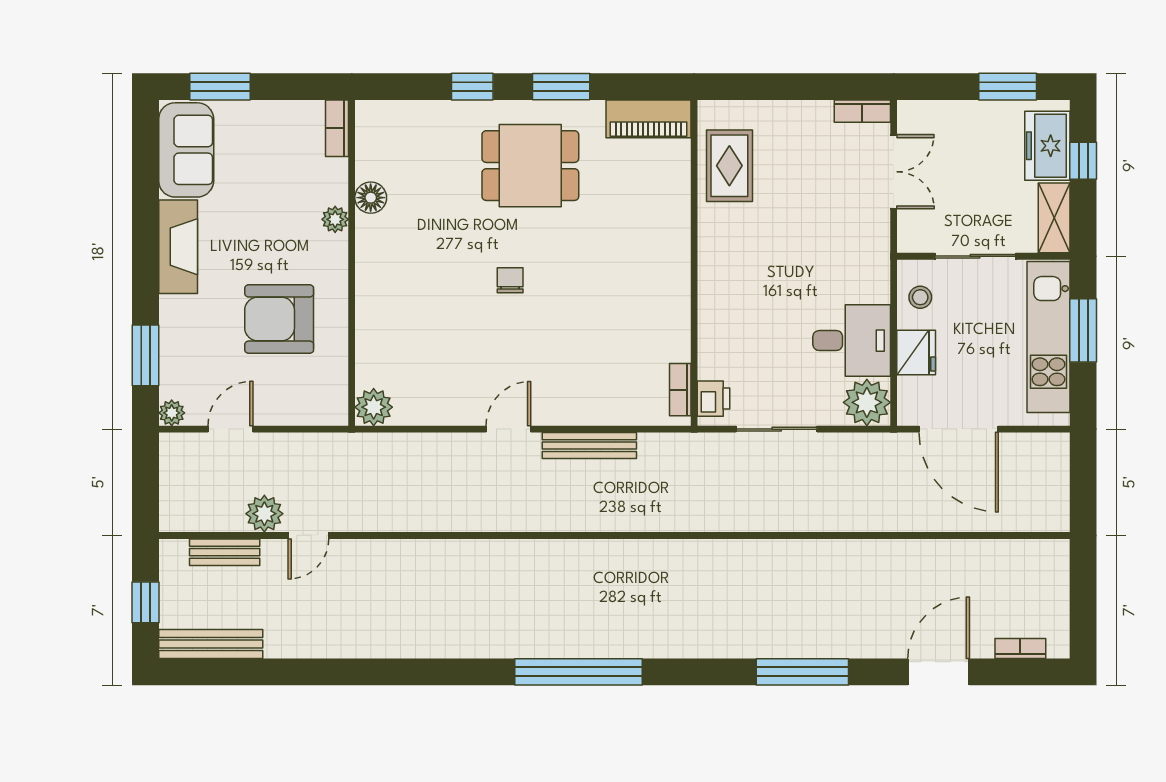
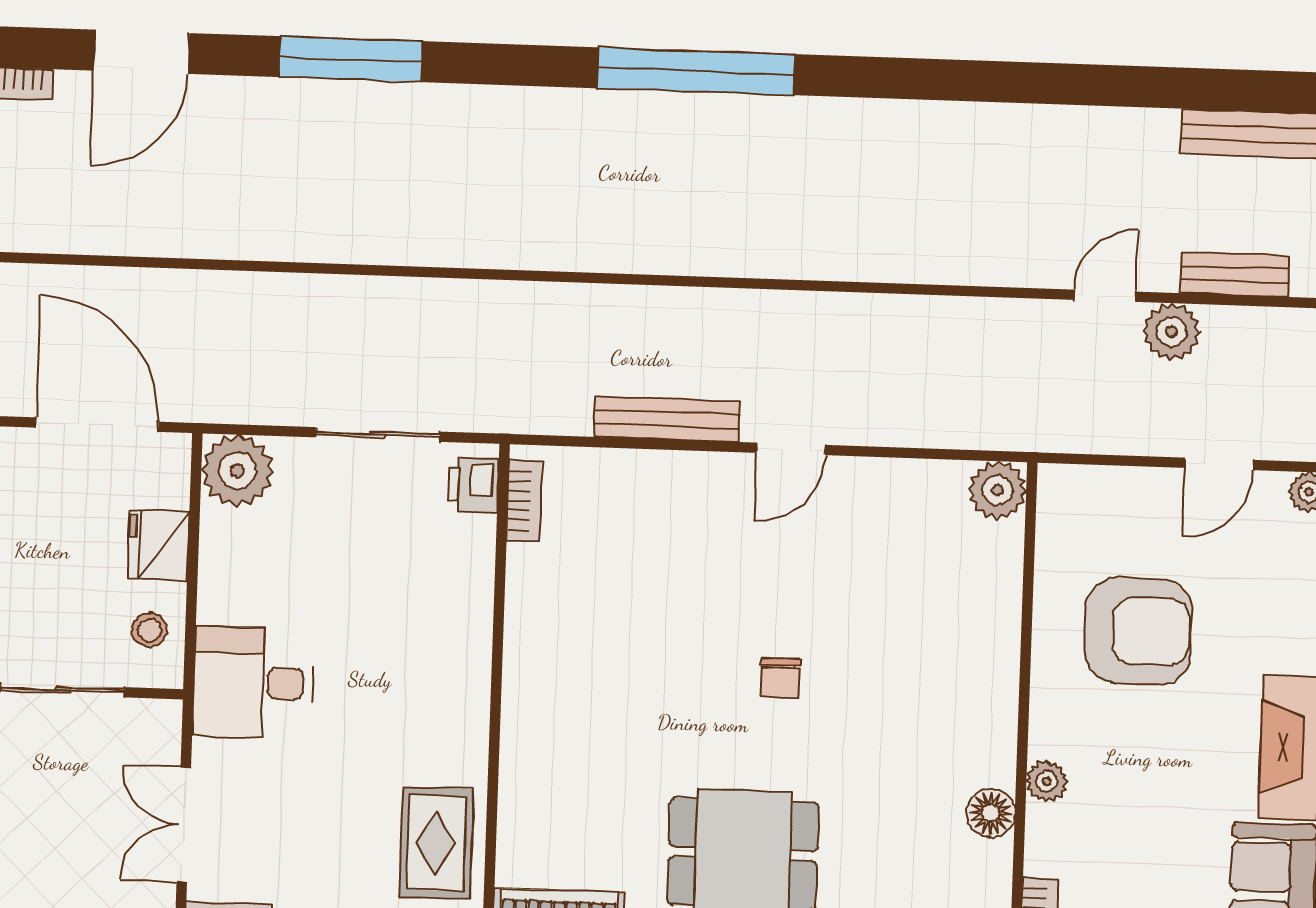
desk: (852, 341) -> (253, 683), moved

